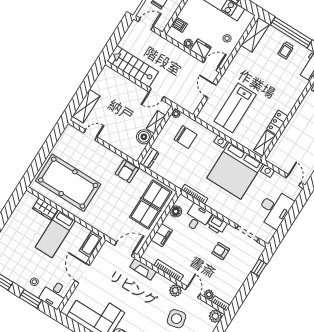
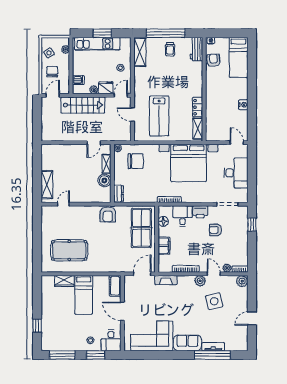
stairs: (133, 66) -> (83, 105), moved, turned 180
pool table: (68, 183) -> (69, 250), width x0.73, depth x0.76

